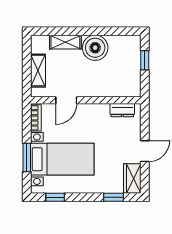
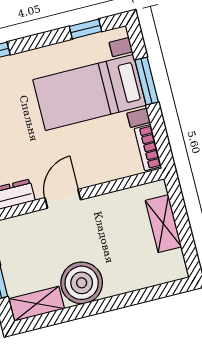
shelving: (65, 42) -> (37, 304), moved
door: (66, 100) -> (63, 199), moved

